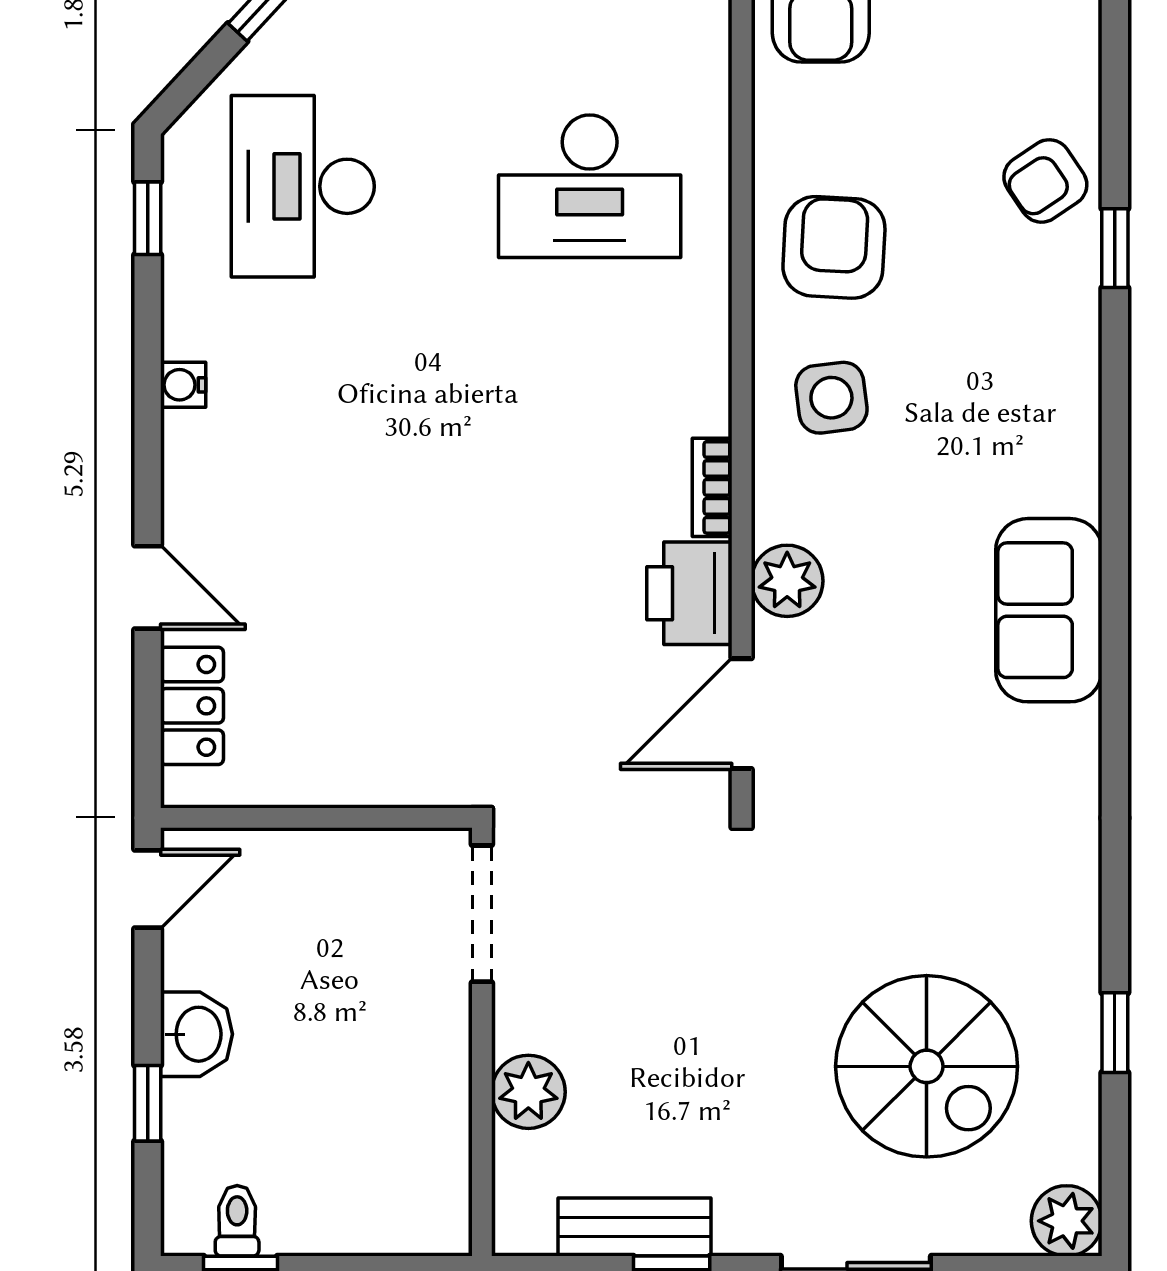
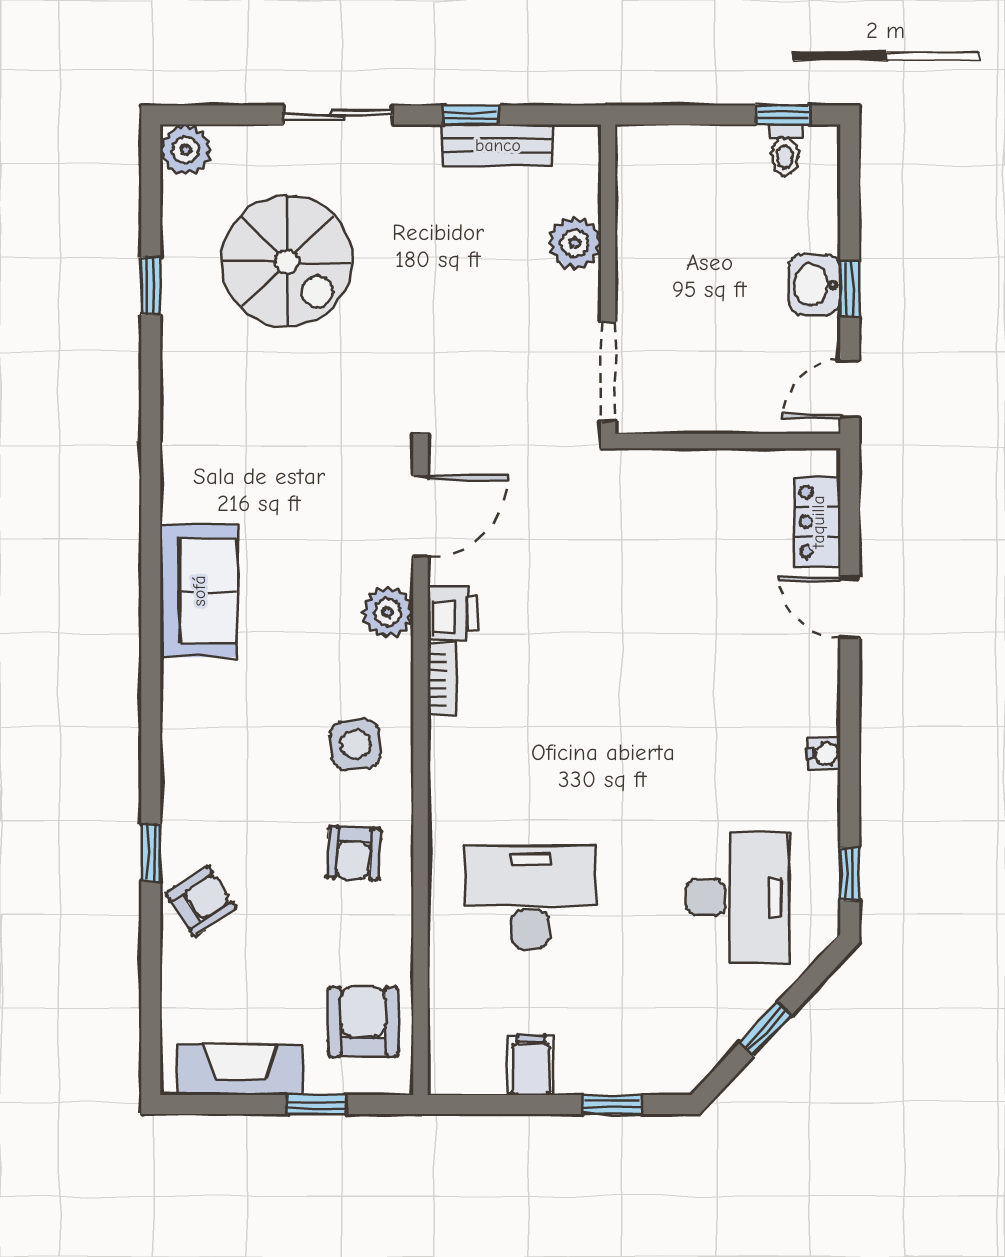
armchair: (834, 247) -> (354, 853), width x0.72, depth x0.72
printer: (689, 593) -> (452, 613), width x0.73, depth x0.81
spiral stairs: (927, 1066) -> (287, 261), turned 180
window: (148, 1103) -> (850, 289), moved

